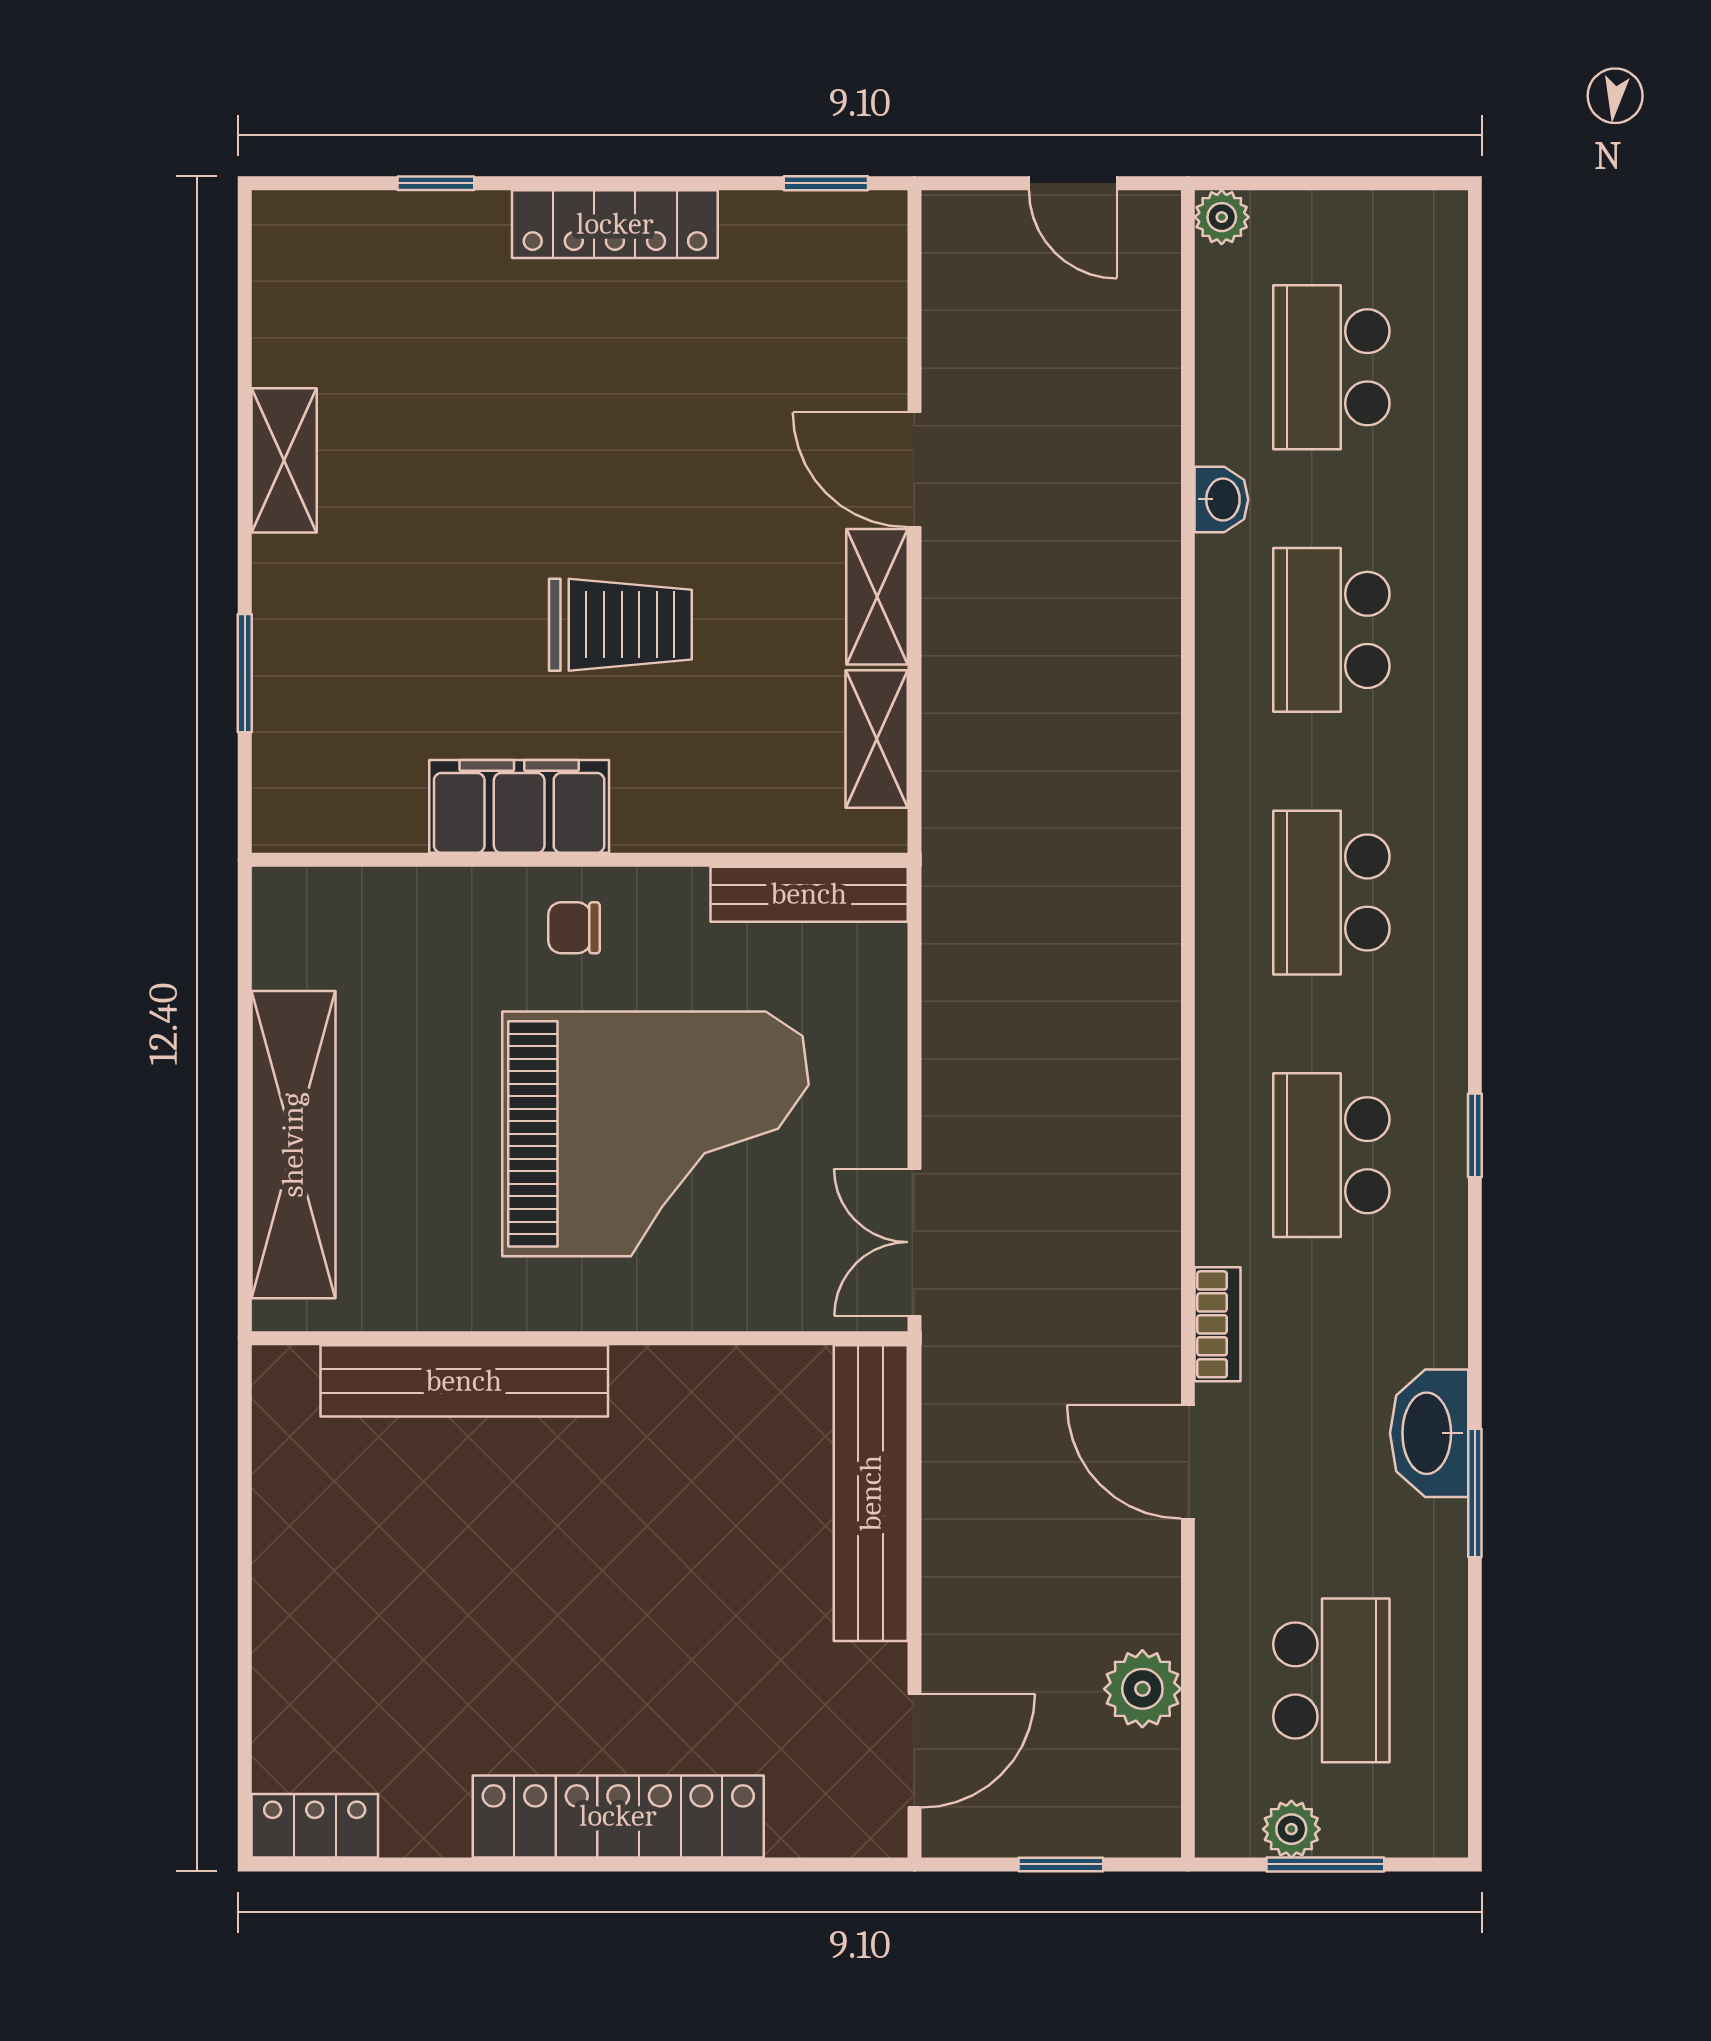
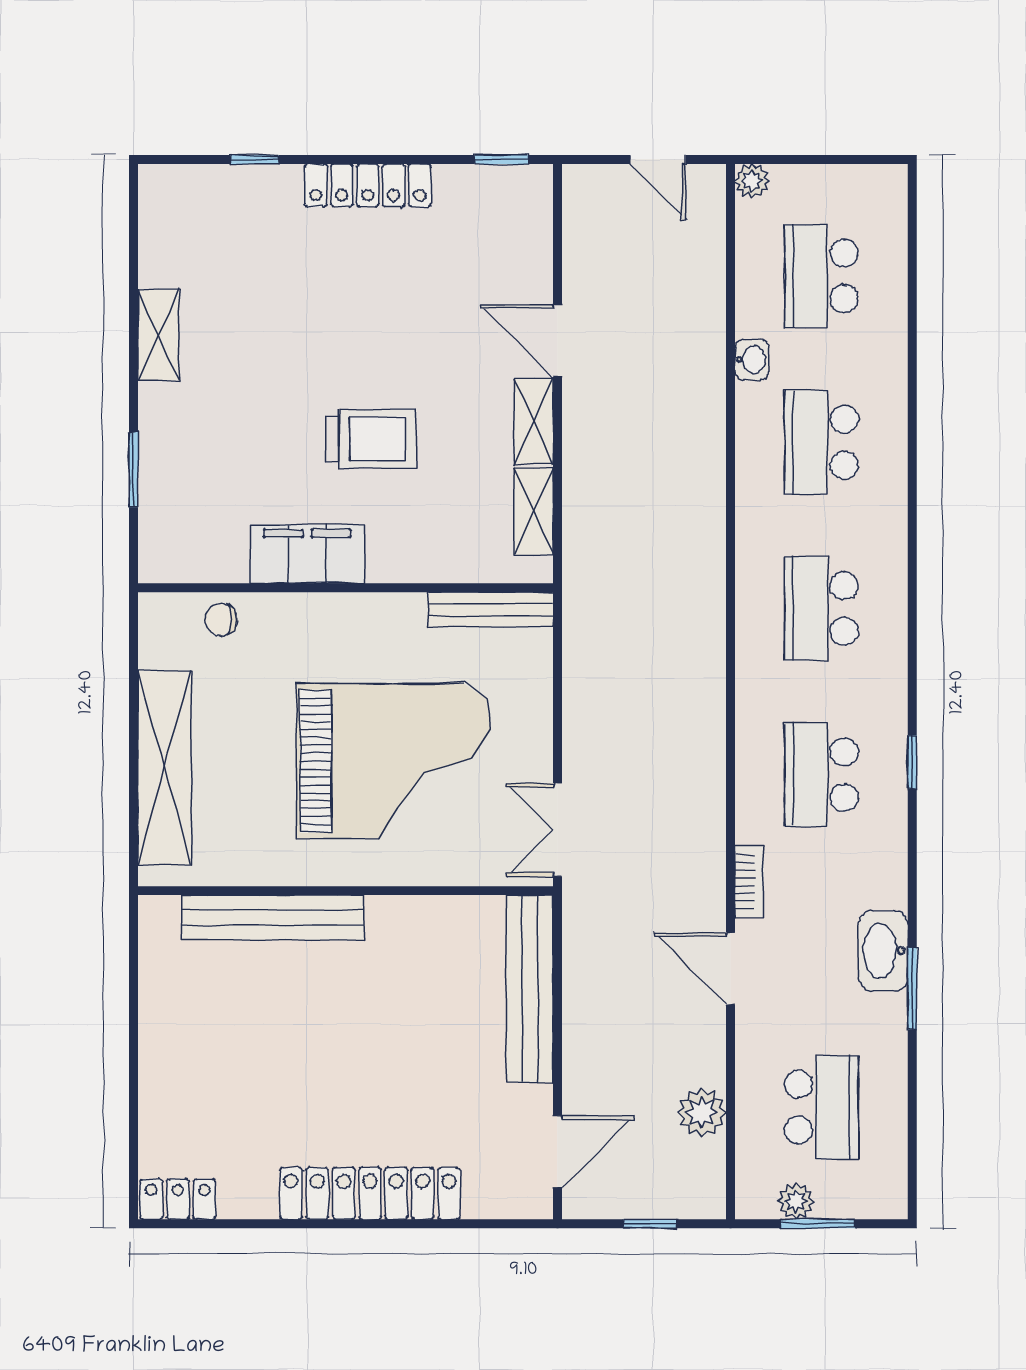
chair: (574, 928) -> (221, 620), moved

